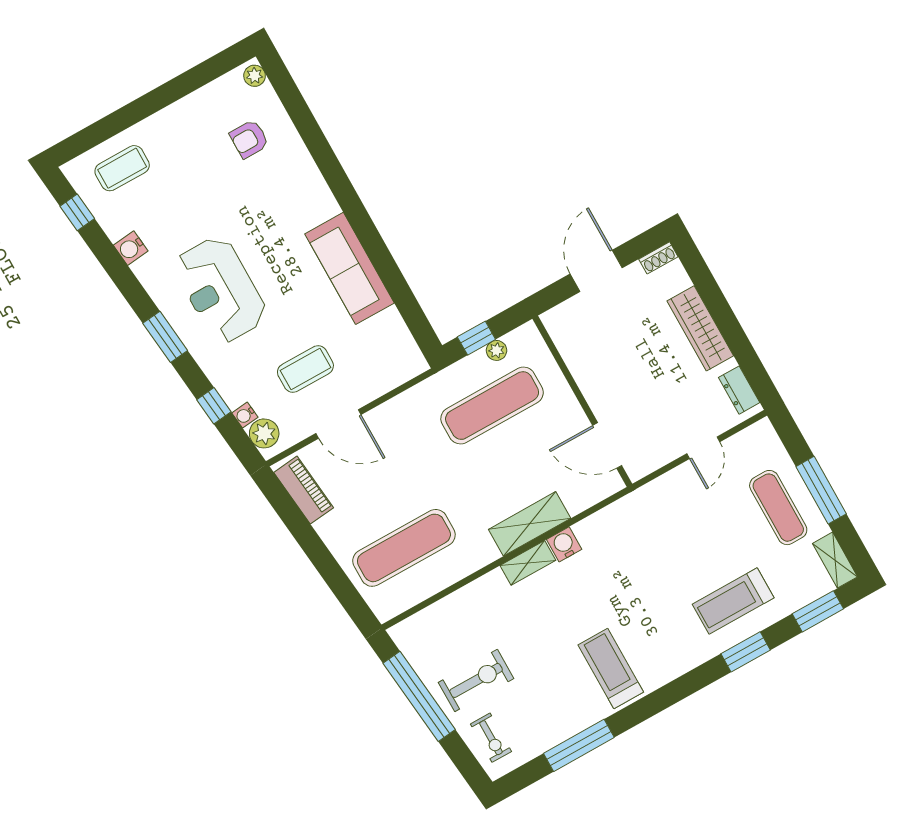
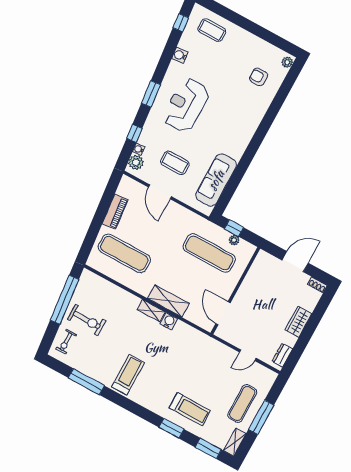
sofa: (350, 268) -> (216, 180), moved
wardrobe: (700, 328) -> (298, 322), width x0.67
piano: (304, 490) -> (115, 212), moved
treadmill: (733, 601) -> (190, 409), turned 180

